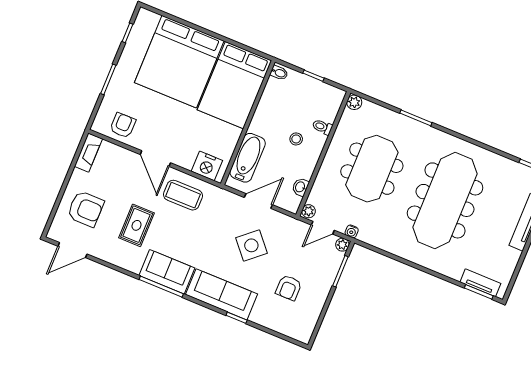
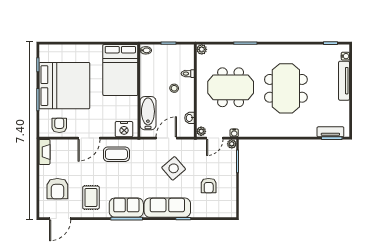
bed: (179, 62) -> (64, 86), moved, turned -90
door: (155, 159) -> (89, 138), hinge flipped
meeting table: (372, 169) -> (231, 87), turned 90
meeting table: (445, 200) -> (286, 88), width x0.73
armchair: (86, 209) -> (57, 189), turned 90
rug: (137, 225) -> (91, 198), moved

